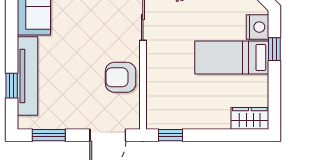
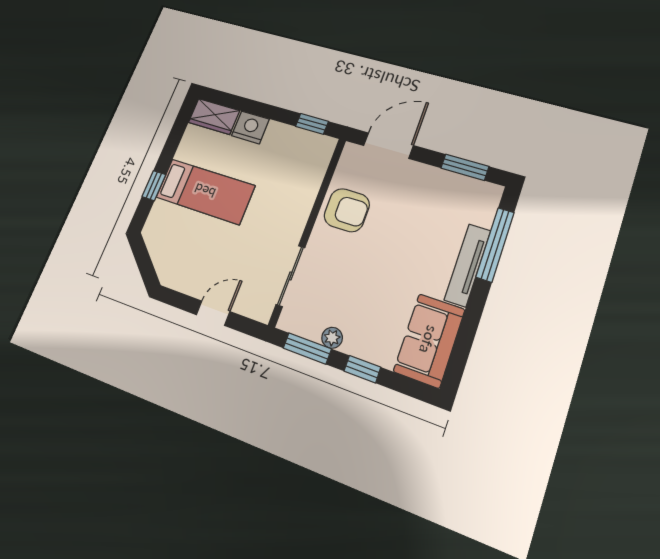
nightstand: (258, 27) -> (250, 127), moved, turned 90
tv unit: (27, 76) -> (468, 265), width x0.73, depth x0.78
window: (12, 86) -> (495, 245), width x2.17

